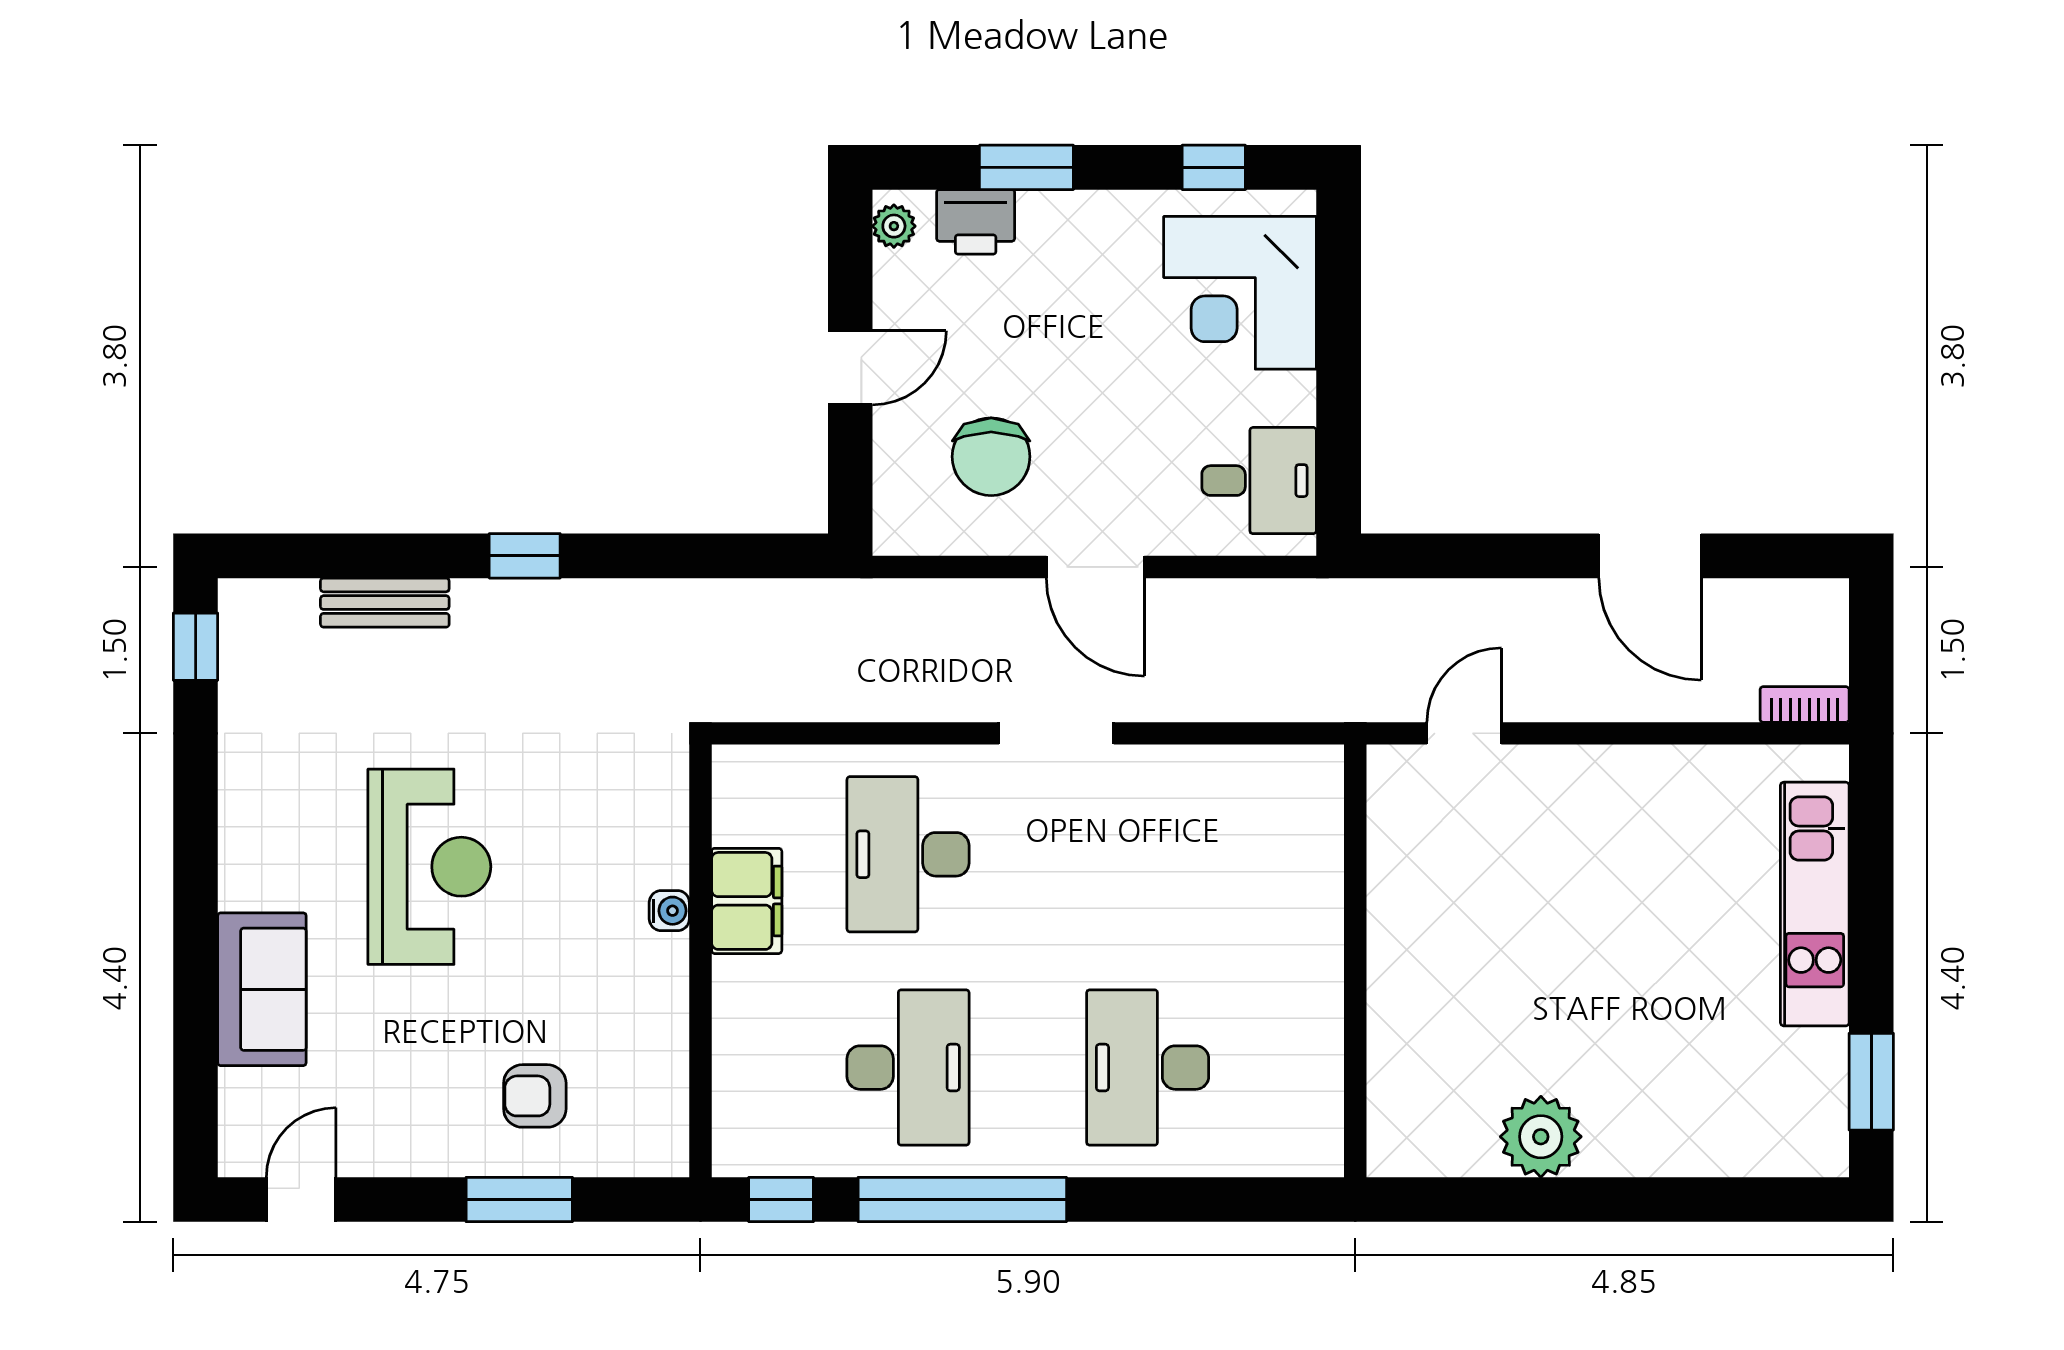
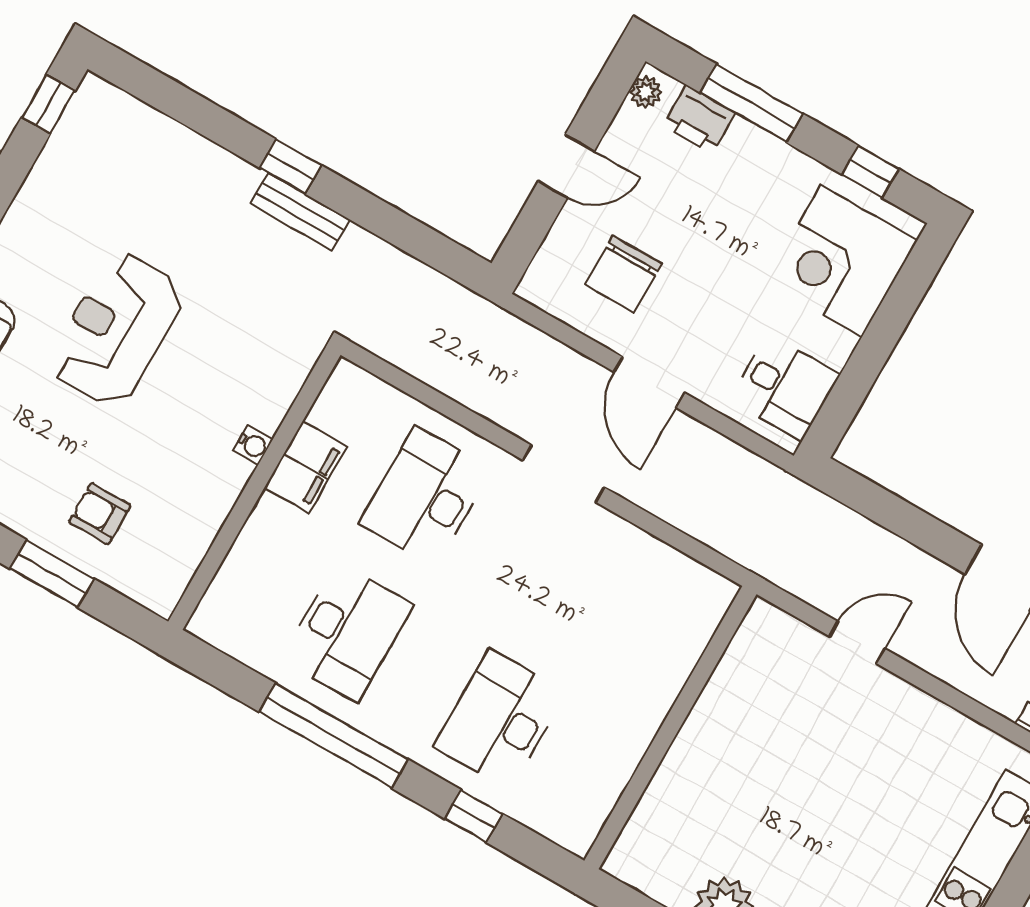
window: (1026, 167) -> (751, 103), width x1.44
bench: (385, 603) -> (300, 212), moved
door: (1464, 733) -> (857, 643), moved
reception desk: (429, 867) -> (116, 329), turned 180
window: (781, 1199) -> (474, 816), moved

